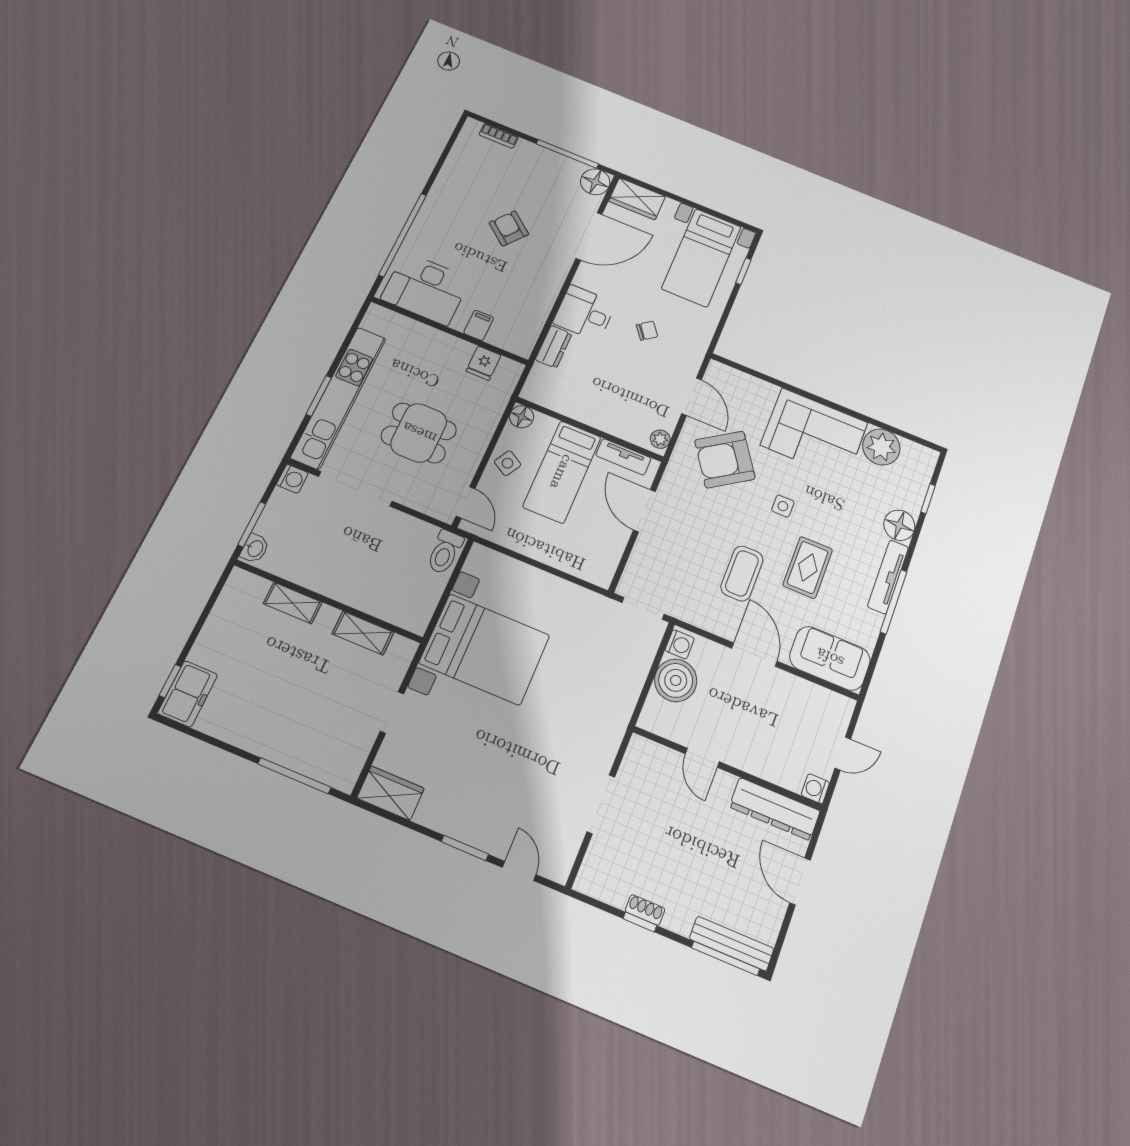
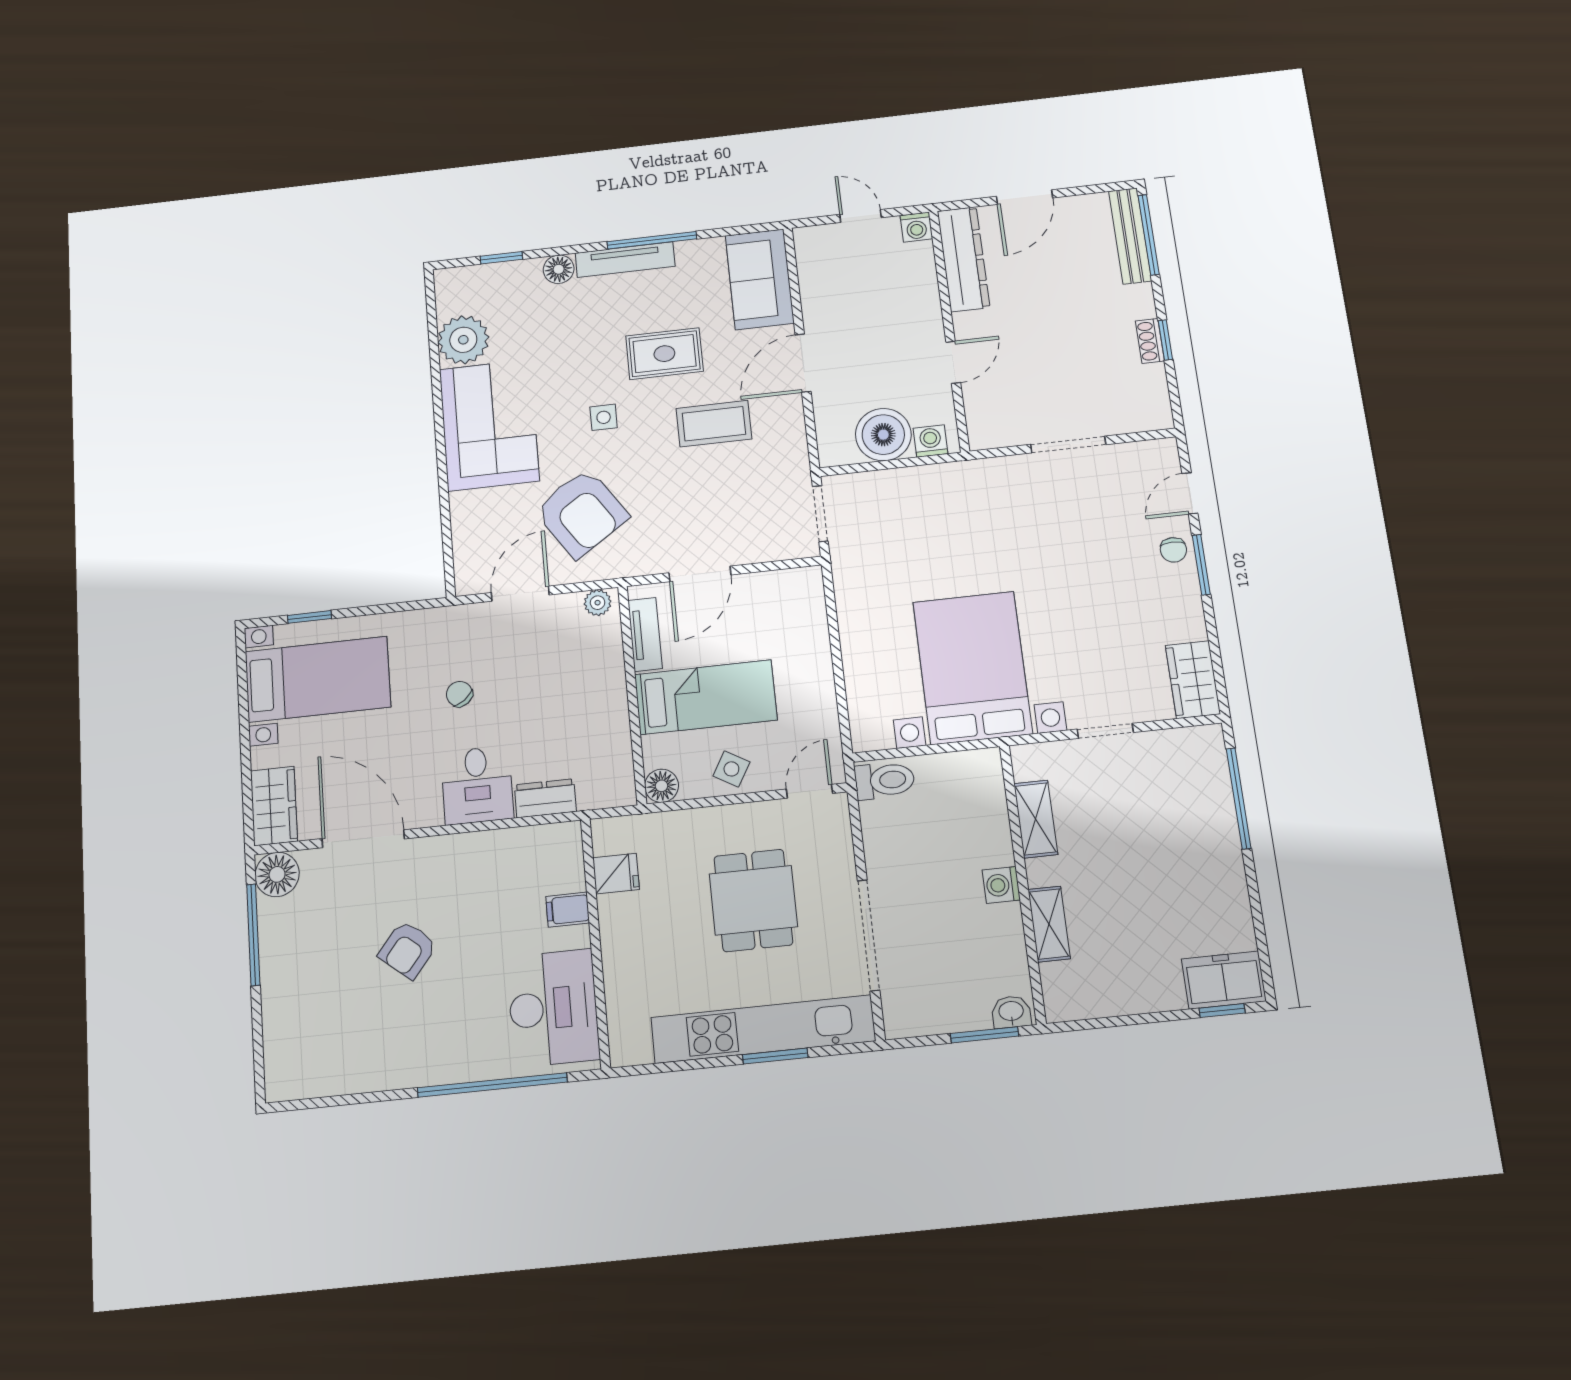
bookcase: (499, 136) -> (274, 1043), removed
washing machine: (292, 479) -> (1001, 885), moved, turned -90
floor lamp: (899, 525) -> (559, 269), width x0.73, depth x0.73
washing machine: (680, 644) -> (931, 441), moved
chair: (486, 834) -> (1173, 550), added

